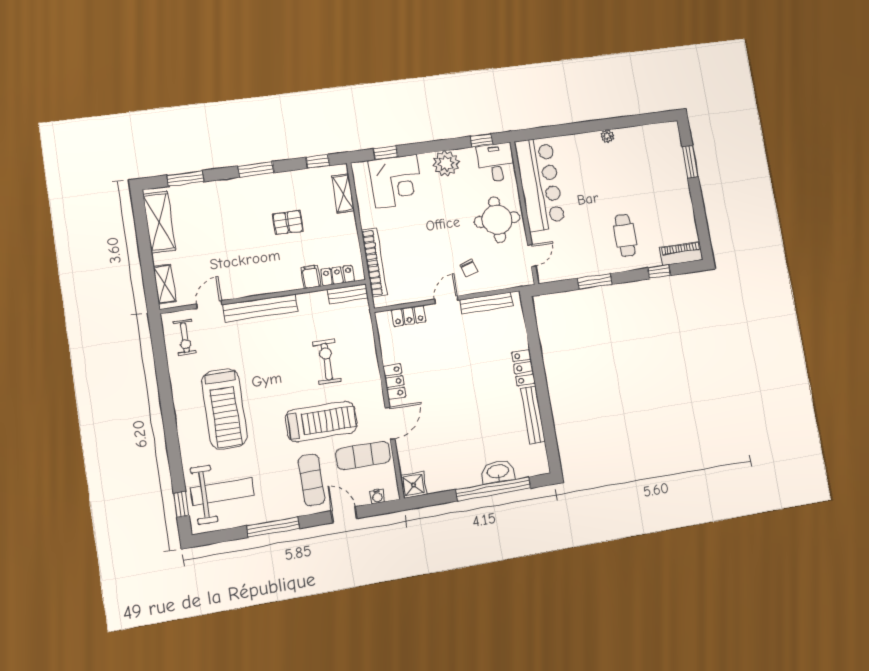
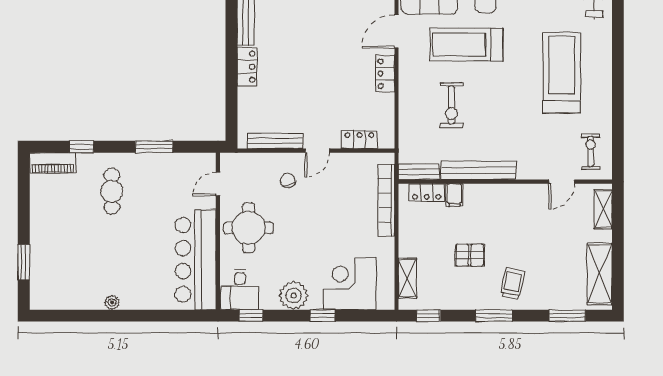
window: (386, 153) -> (322, 316), moved
trolley: (243, 202) -> (513, 284), added
bench: (260, 308) -> (479, 170), moved

